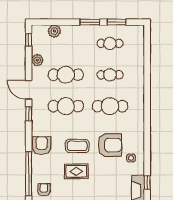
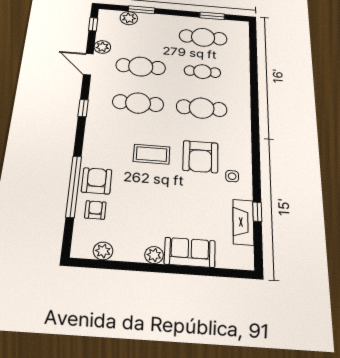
window: (90, 22) -> (142, 10), moved
cafe table: (110, 43) -> (203, 37), width x1.37, depth x1.35
door: (29, 90) -> (88, 64), moved
armchair: (110, 145) -> (200, 157), turned 90
armchair: (42, 146) -> (97, 181), moved
rug: (76, 171) -> (148, 188), removed

